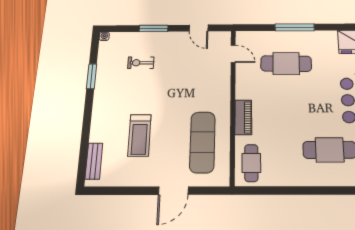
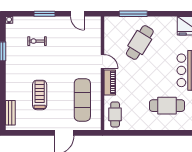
window: (295, 27) -> (133, 14), moved
door: (233, 54) -> (102, 61), moved
cafe table: (286, 64) -> (140, 43), turned -59
treadmill: (139, 135) -> (40, 95), turned 180

